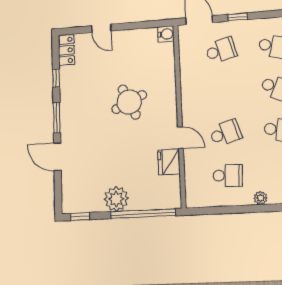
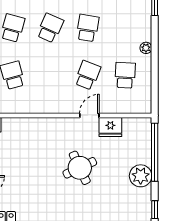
round table: (129, 102) -> (80, 168), moved
school desk: (225, 133) -> (88, 75), turned 39

